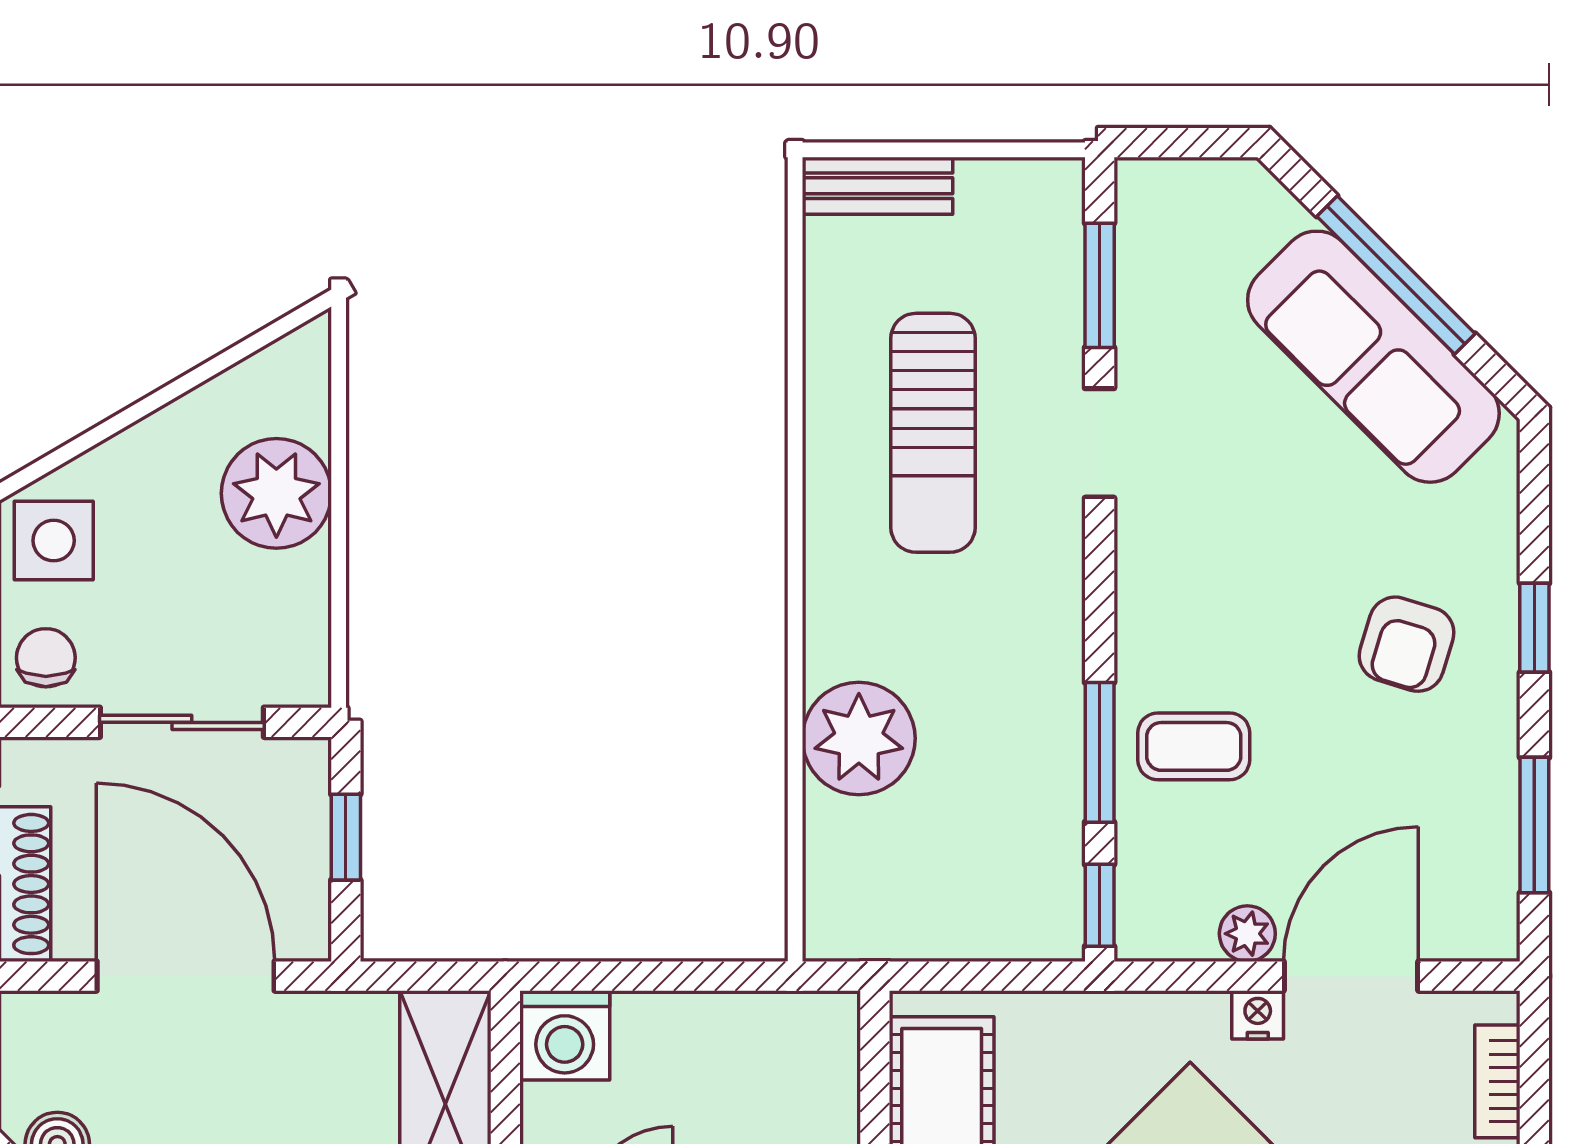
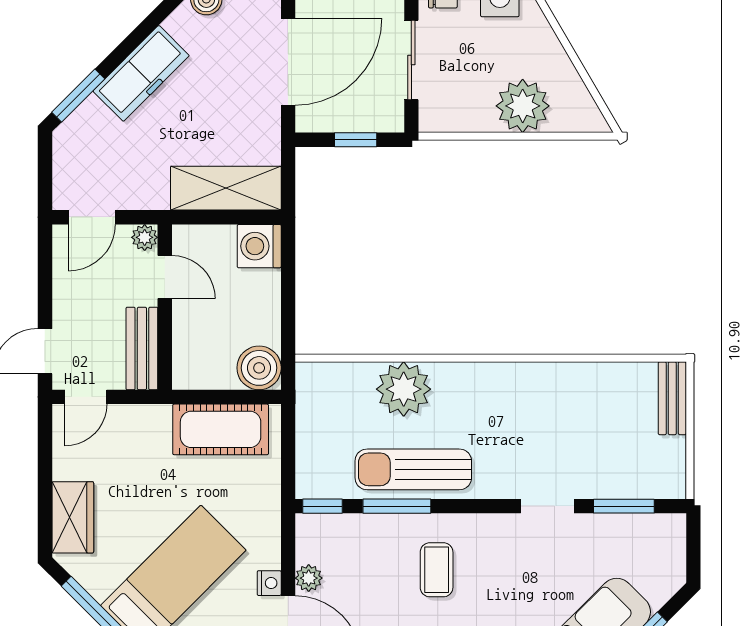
sun lounger: (933, 433) -> (413, 469), moved
coffee table: (1194, 746) -> (437, 570), moved
boiler: (815, 1036) -> (259, 368), added

